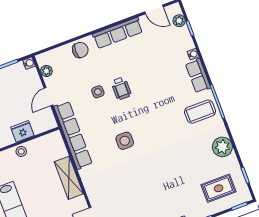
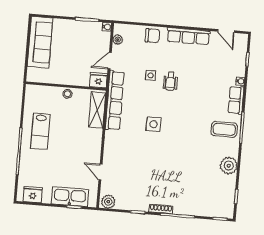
plant: (179, 21) -> (242, 49), removed
fridge: (22, 131) -> (98, 80), moved
shelving: (69, 178) -> (97, 110), moved
rug: (219, 188) -> (210, 197), removed

